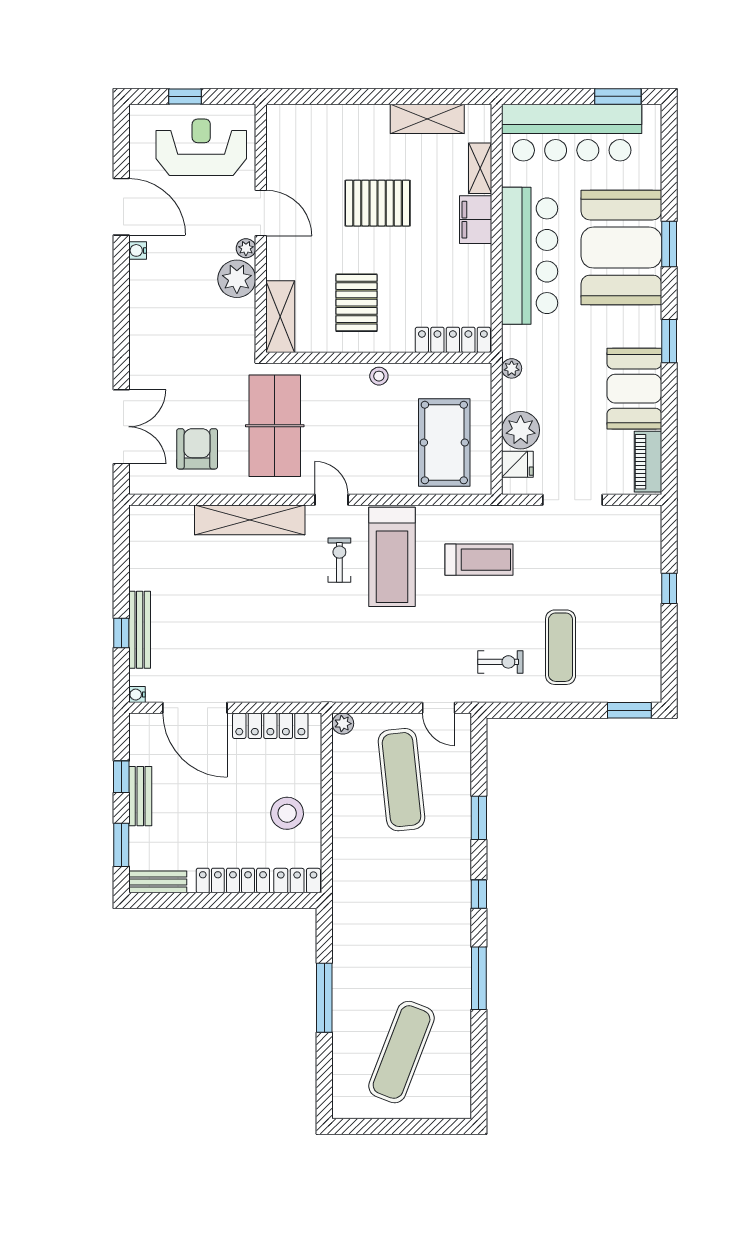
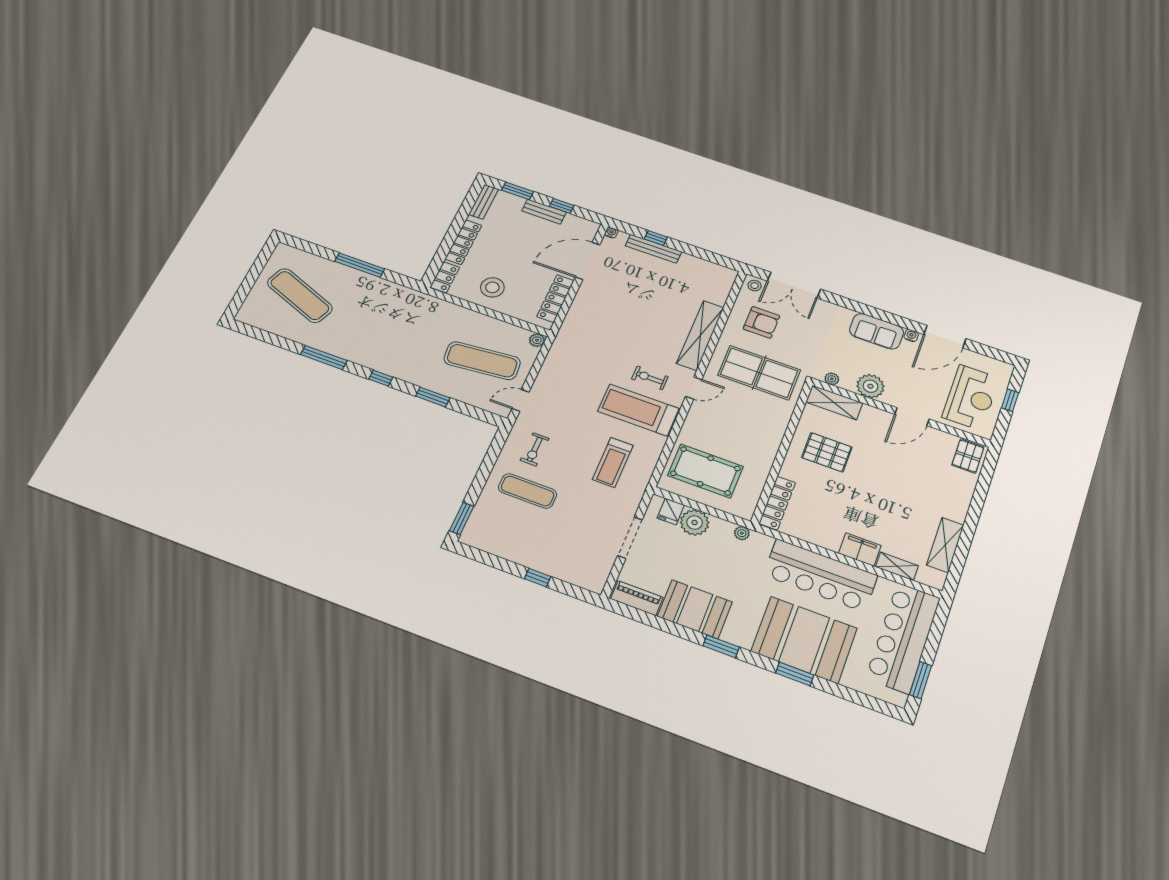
pallet: (378, 203) -> (968, 456), moved, width x0.67, depth x0.71
plant: (246, 248) -> (832, 379), moved
sofa: (149, 297) -> (877, 331), added
stool: (379, 376) -> (755, 286), moved
exercise bike: (339, 560) -> (650, 378), turned 180

